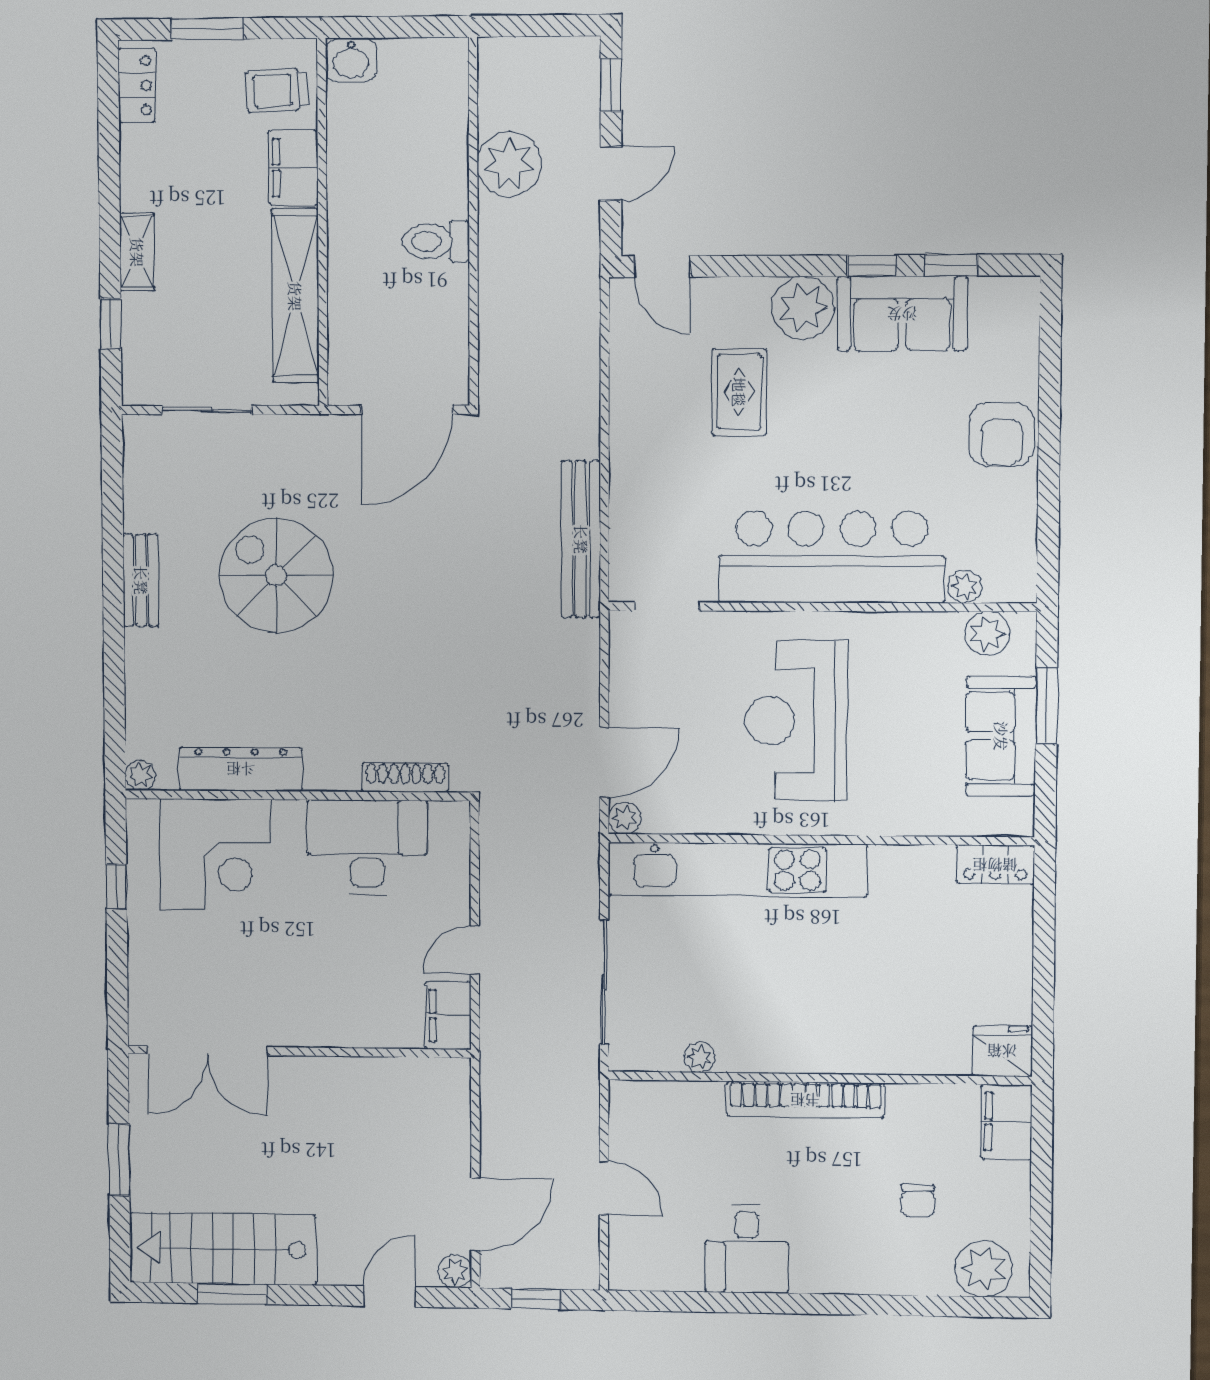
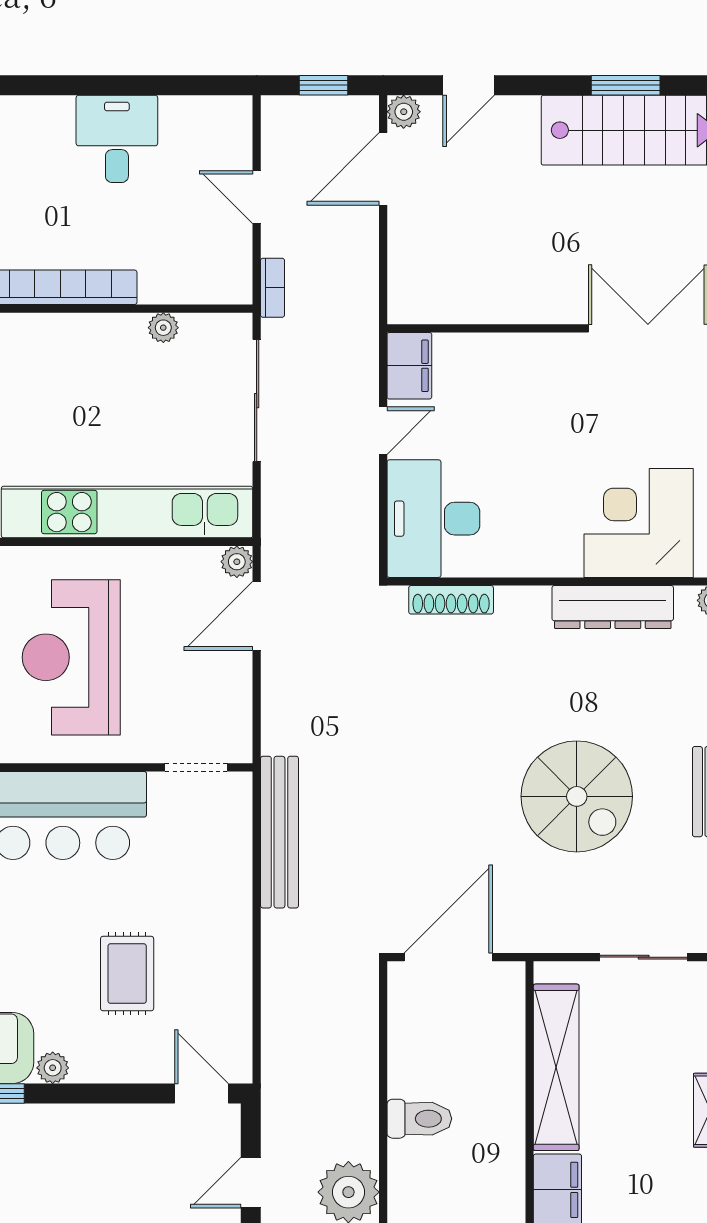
plant: (803, 308) -> (53, 1068), width x0.53, depth x0.53
reception desk: (796, 721) -> (71, 657), turned 180
desk: (367, 847) -> (433, 519), moved, turned 90
bookcase: (588, 1096) -> (272, 288), added

